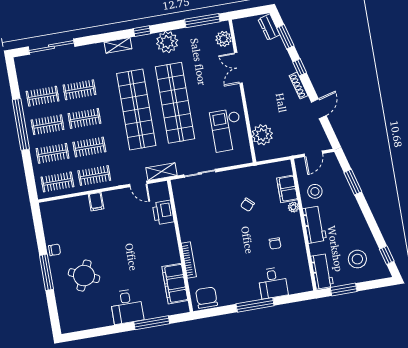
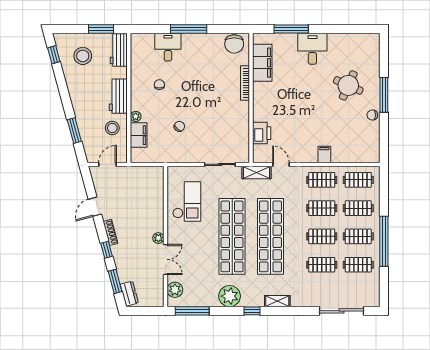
plant: (262, 135) -> (158, 238), moved, width x0.53, depth x0.53

